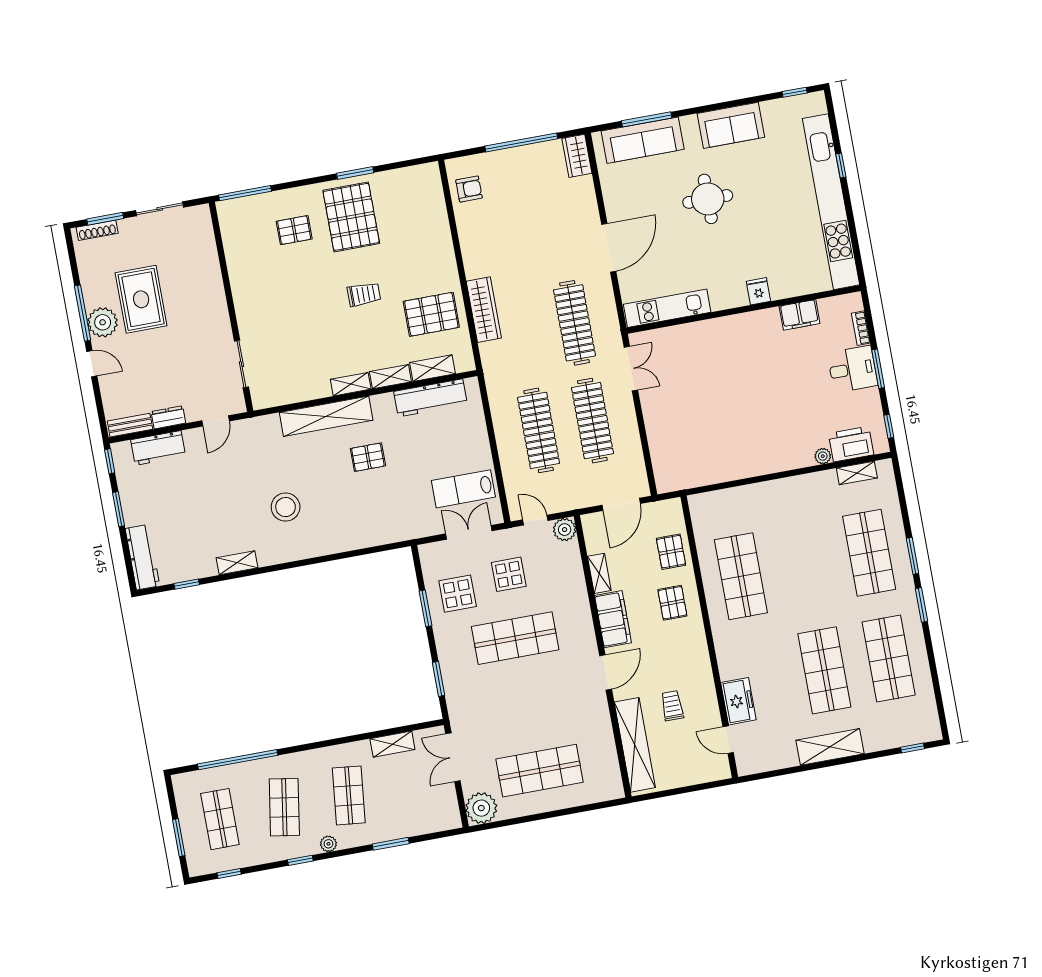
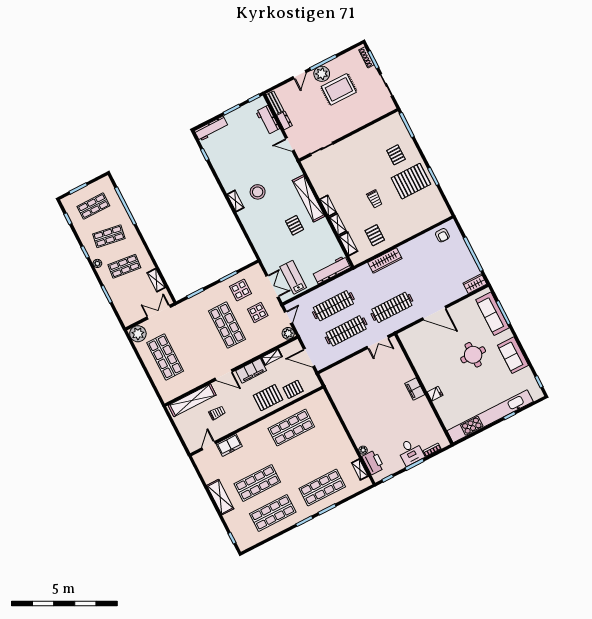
kitchen unit: (667, 308) -> (413, 351), removed
pallet: (431, 314) -> (375, 235), width x0.67, depth x0.71
filing cabinet: (800, 315) -> (415, 389), moved
workbench: (430, 398) -> (331, 270), moved, turned 90
shelving: (237, 563) -> (235, 201), moved
pallet: (672, 603) -> (268, 398), width x1.50, depth x1.42

